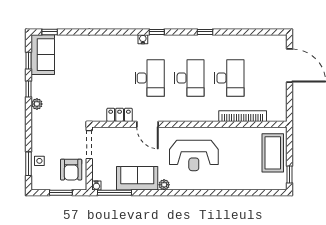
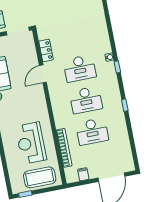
filing cabinet: (279, 99) -> (83, 174), added
reception desk: (194, 155) -> (31, 143), moved

